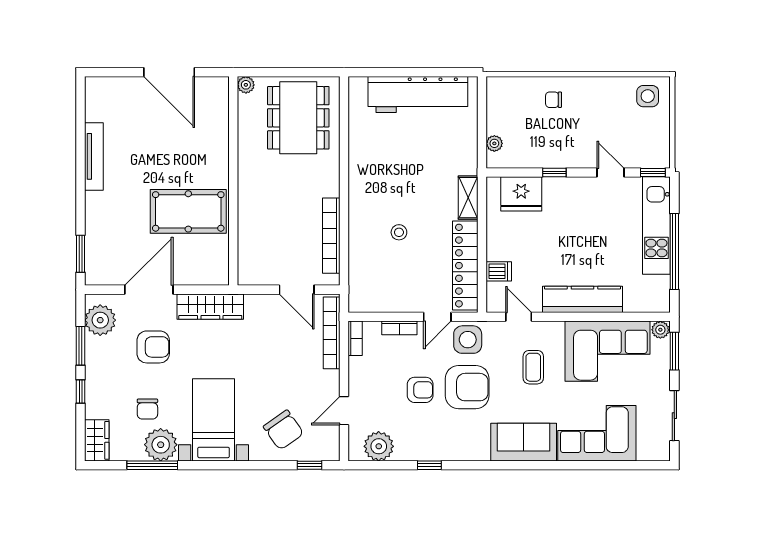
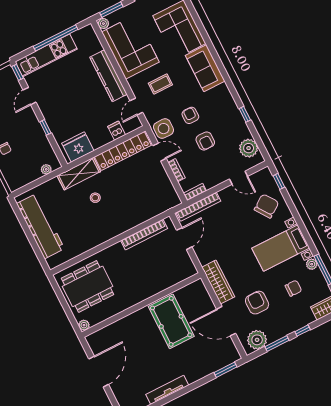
fridge: (521, 194) -> (78, 147), moved, turned -90
shelving: (468, 198) -> (79, 174), width x1.50, depth x1.33
stool: (399, 232) -> (95, 198), moved
armchair: (467, 387) -> (190, 115), width x0.53, depth x0.53
armchair: (420, 390) -> (205, 141), turned 180
plant: (161, 445) -> (312, 264), width x0.53, depth x0.53

